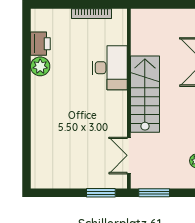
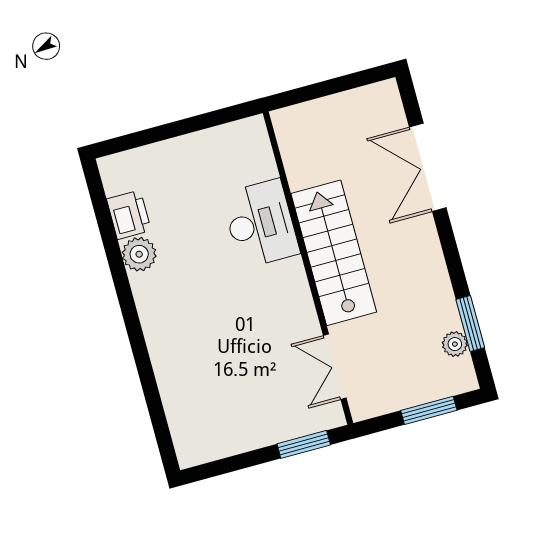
bookcase: (92, 14) -> (203, 139), removed
window: (154, 193) -> (429, 410), moved

